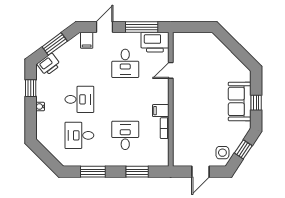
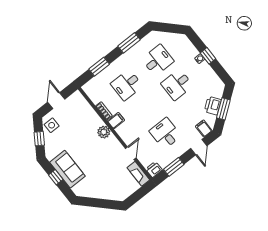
window: (142, 27) -> (174, 167), width x0.69
printer: (155, 42) -> (154, 169), width x0.53, depth x0.68
fireplace: (179, 46) -> (138, 174), added
printer: (49, 64) -> (213, 106), moved
window: (31, 88) -> (208, 56), moved
plant: (180, 109) -> (104, 132), added
desk: (125, 135) -> (127, 85), turned 90

